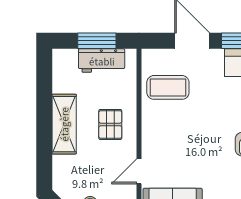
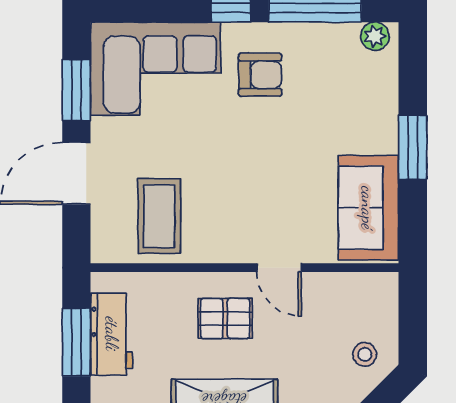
door: (139, 171) -> (279, 268), moved

